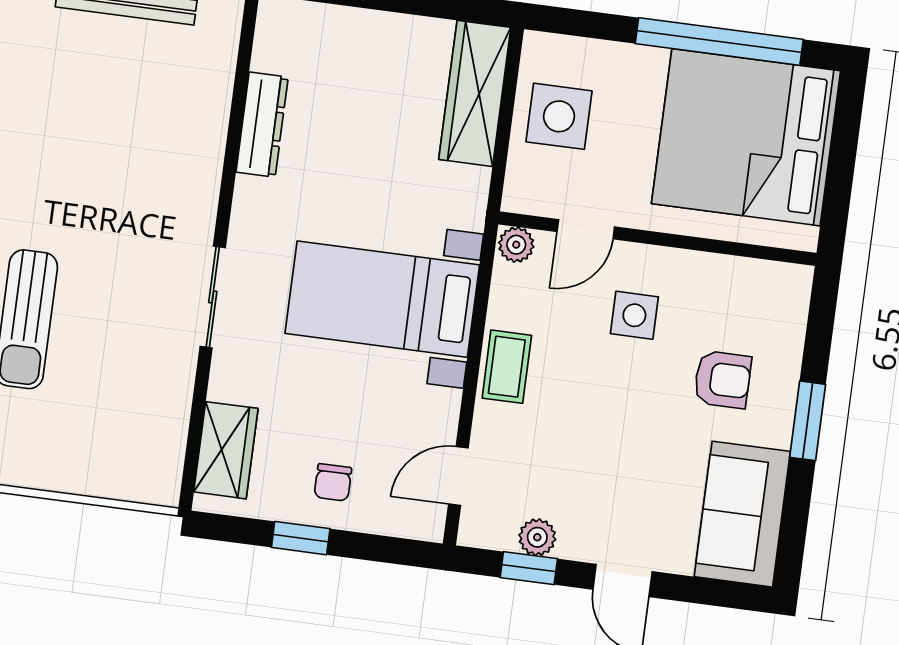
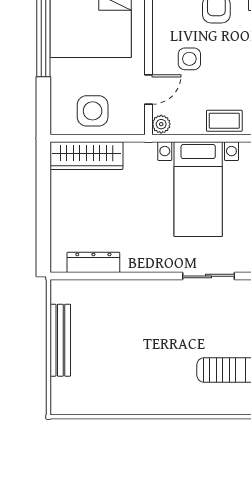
dresser: (262, 125) -> (93, 262), moved
door: (586, 229) -> (149, 90), hinge flipped

